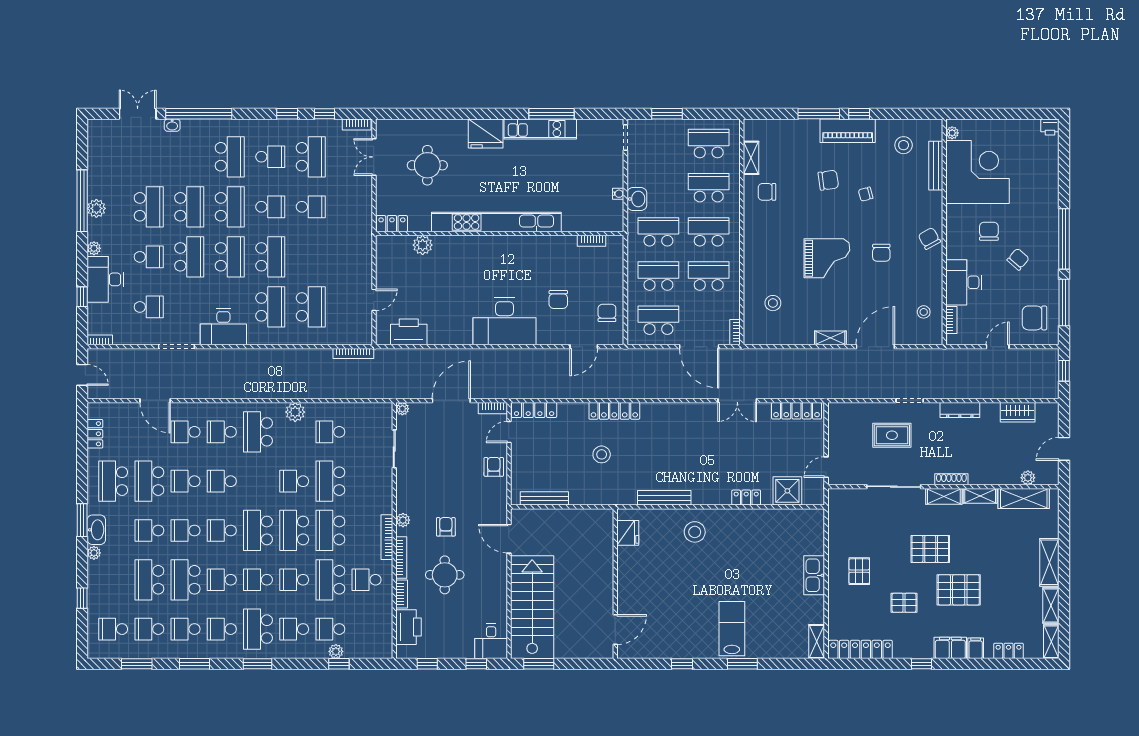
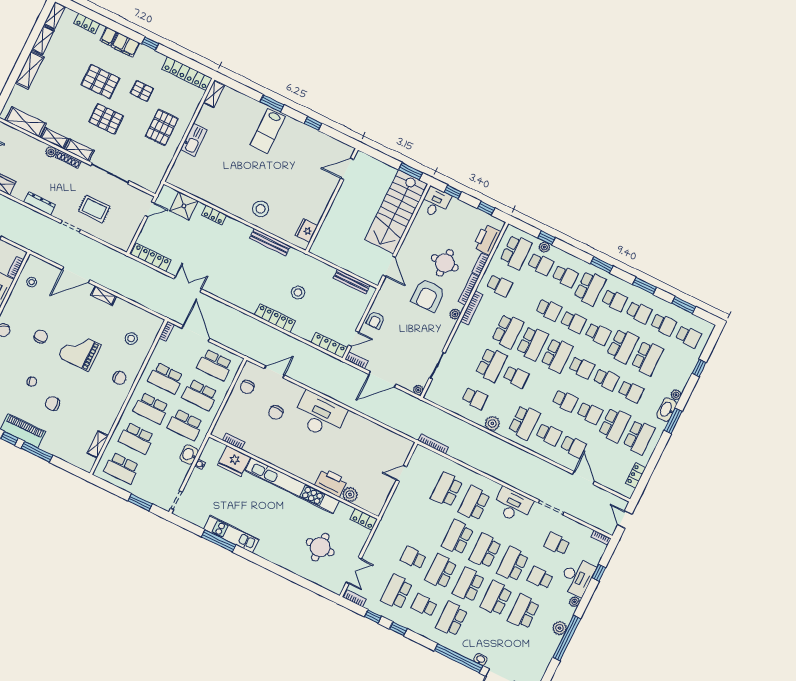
fridge: (486, 133) -> (234, 461), moved, turned 180
chair: (767, 192) -> (119, 378), moved
school desk: (270, 207) -> (441, 571), width x1.85
chair: (558, 299) -> (276, 412), turned 180
printer: (409, 332) -> (331, 483), moved, turned 180
plant: (1028, 478) -> (51, 152), moved
armchair: (446, 527) -> (428, 295), width x1.88, depth x1.88
pallet: (859, 571) -> (162, 127), width x1.50, depth x1.42
school desk: (330, 580) -> (516, 252), moved

